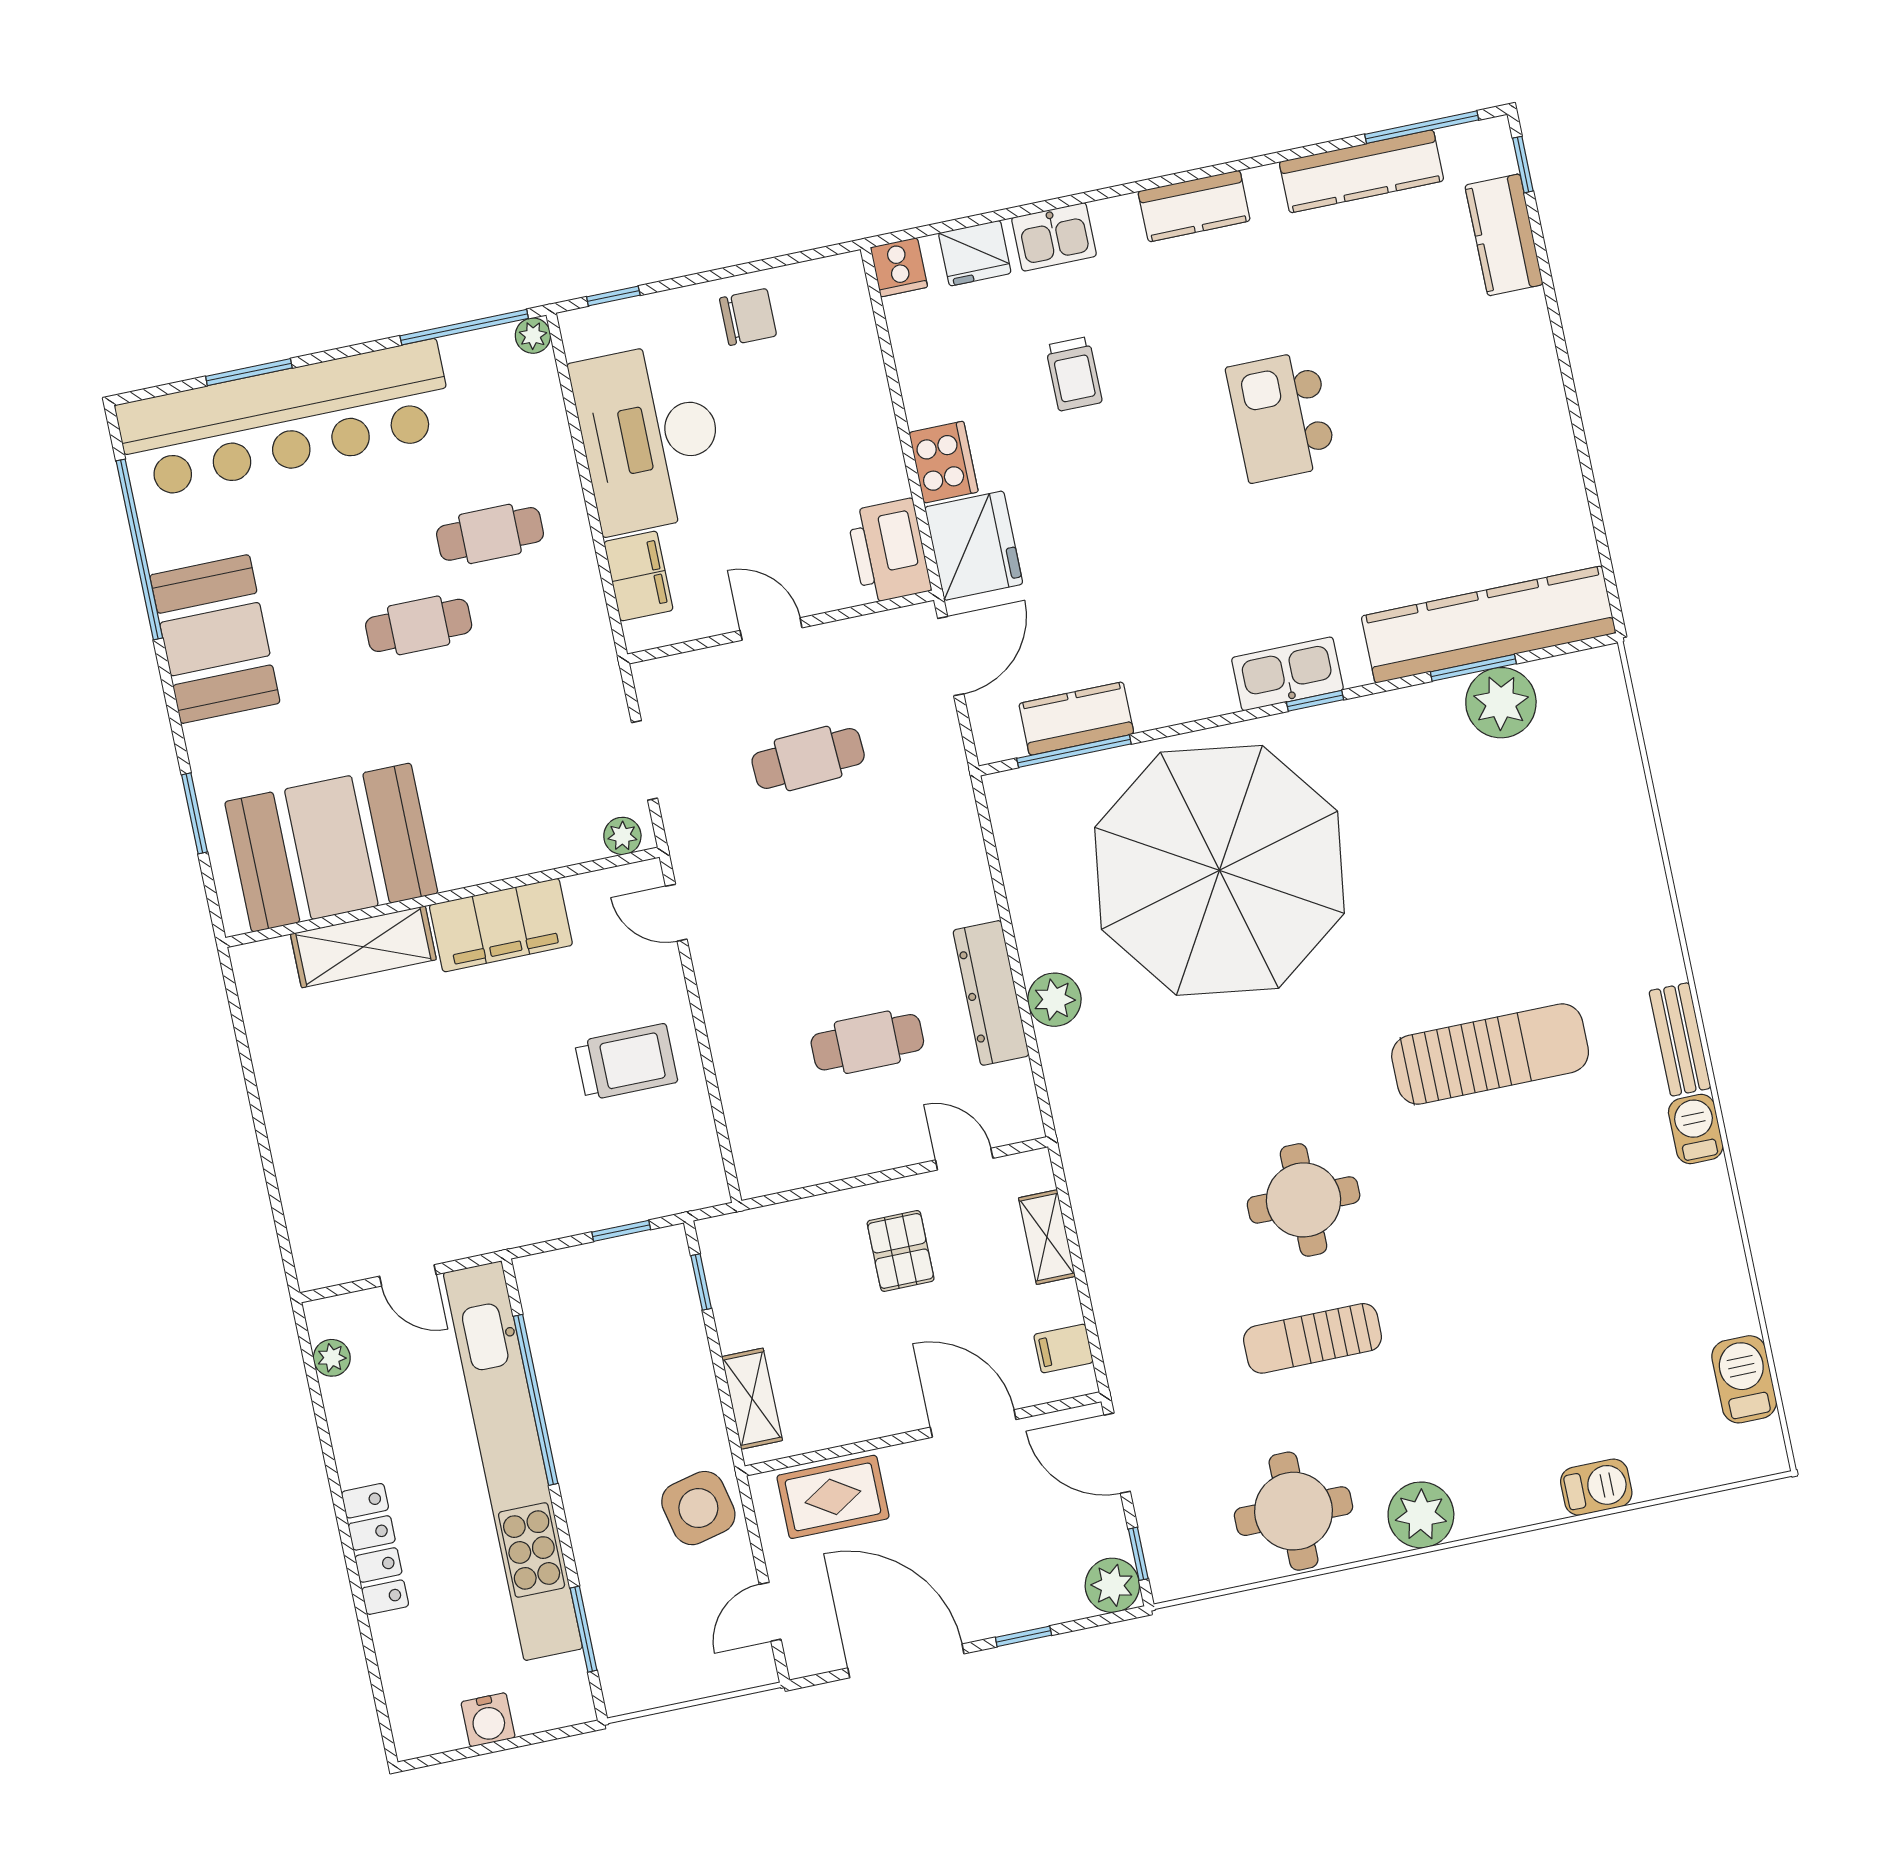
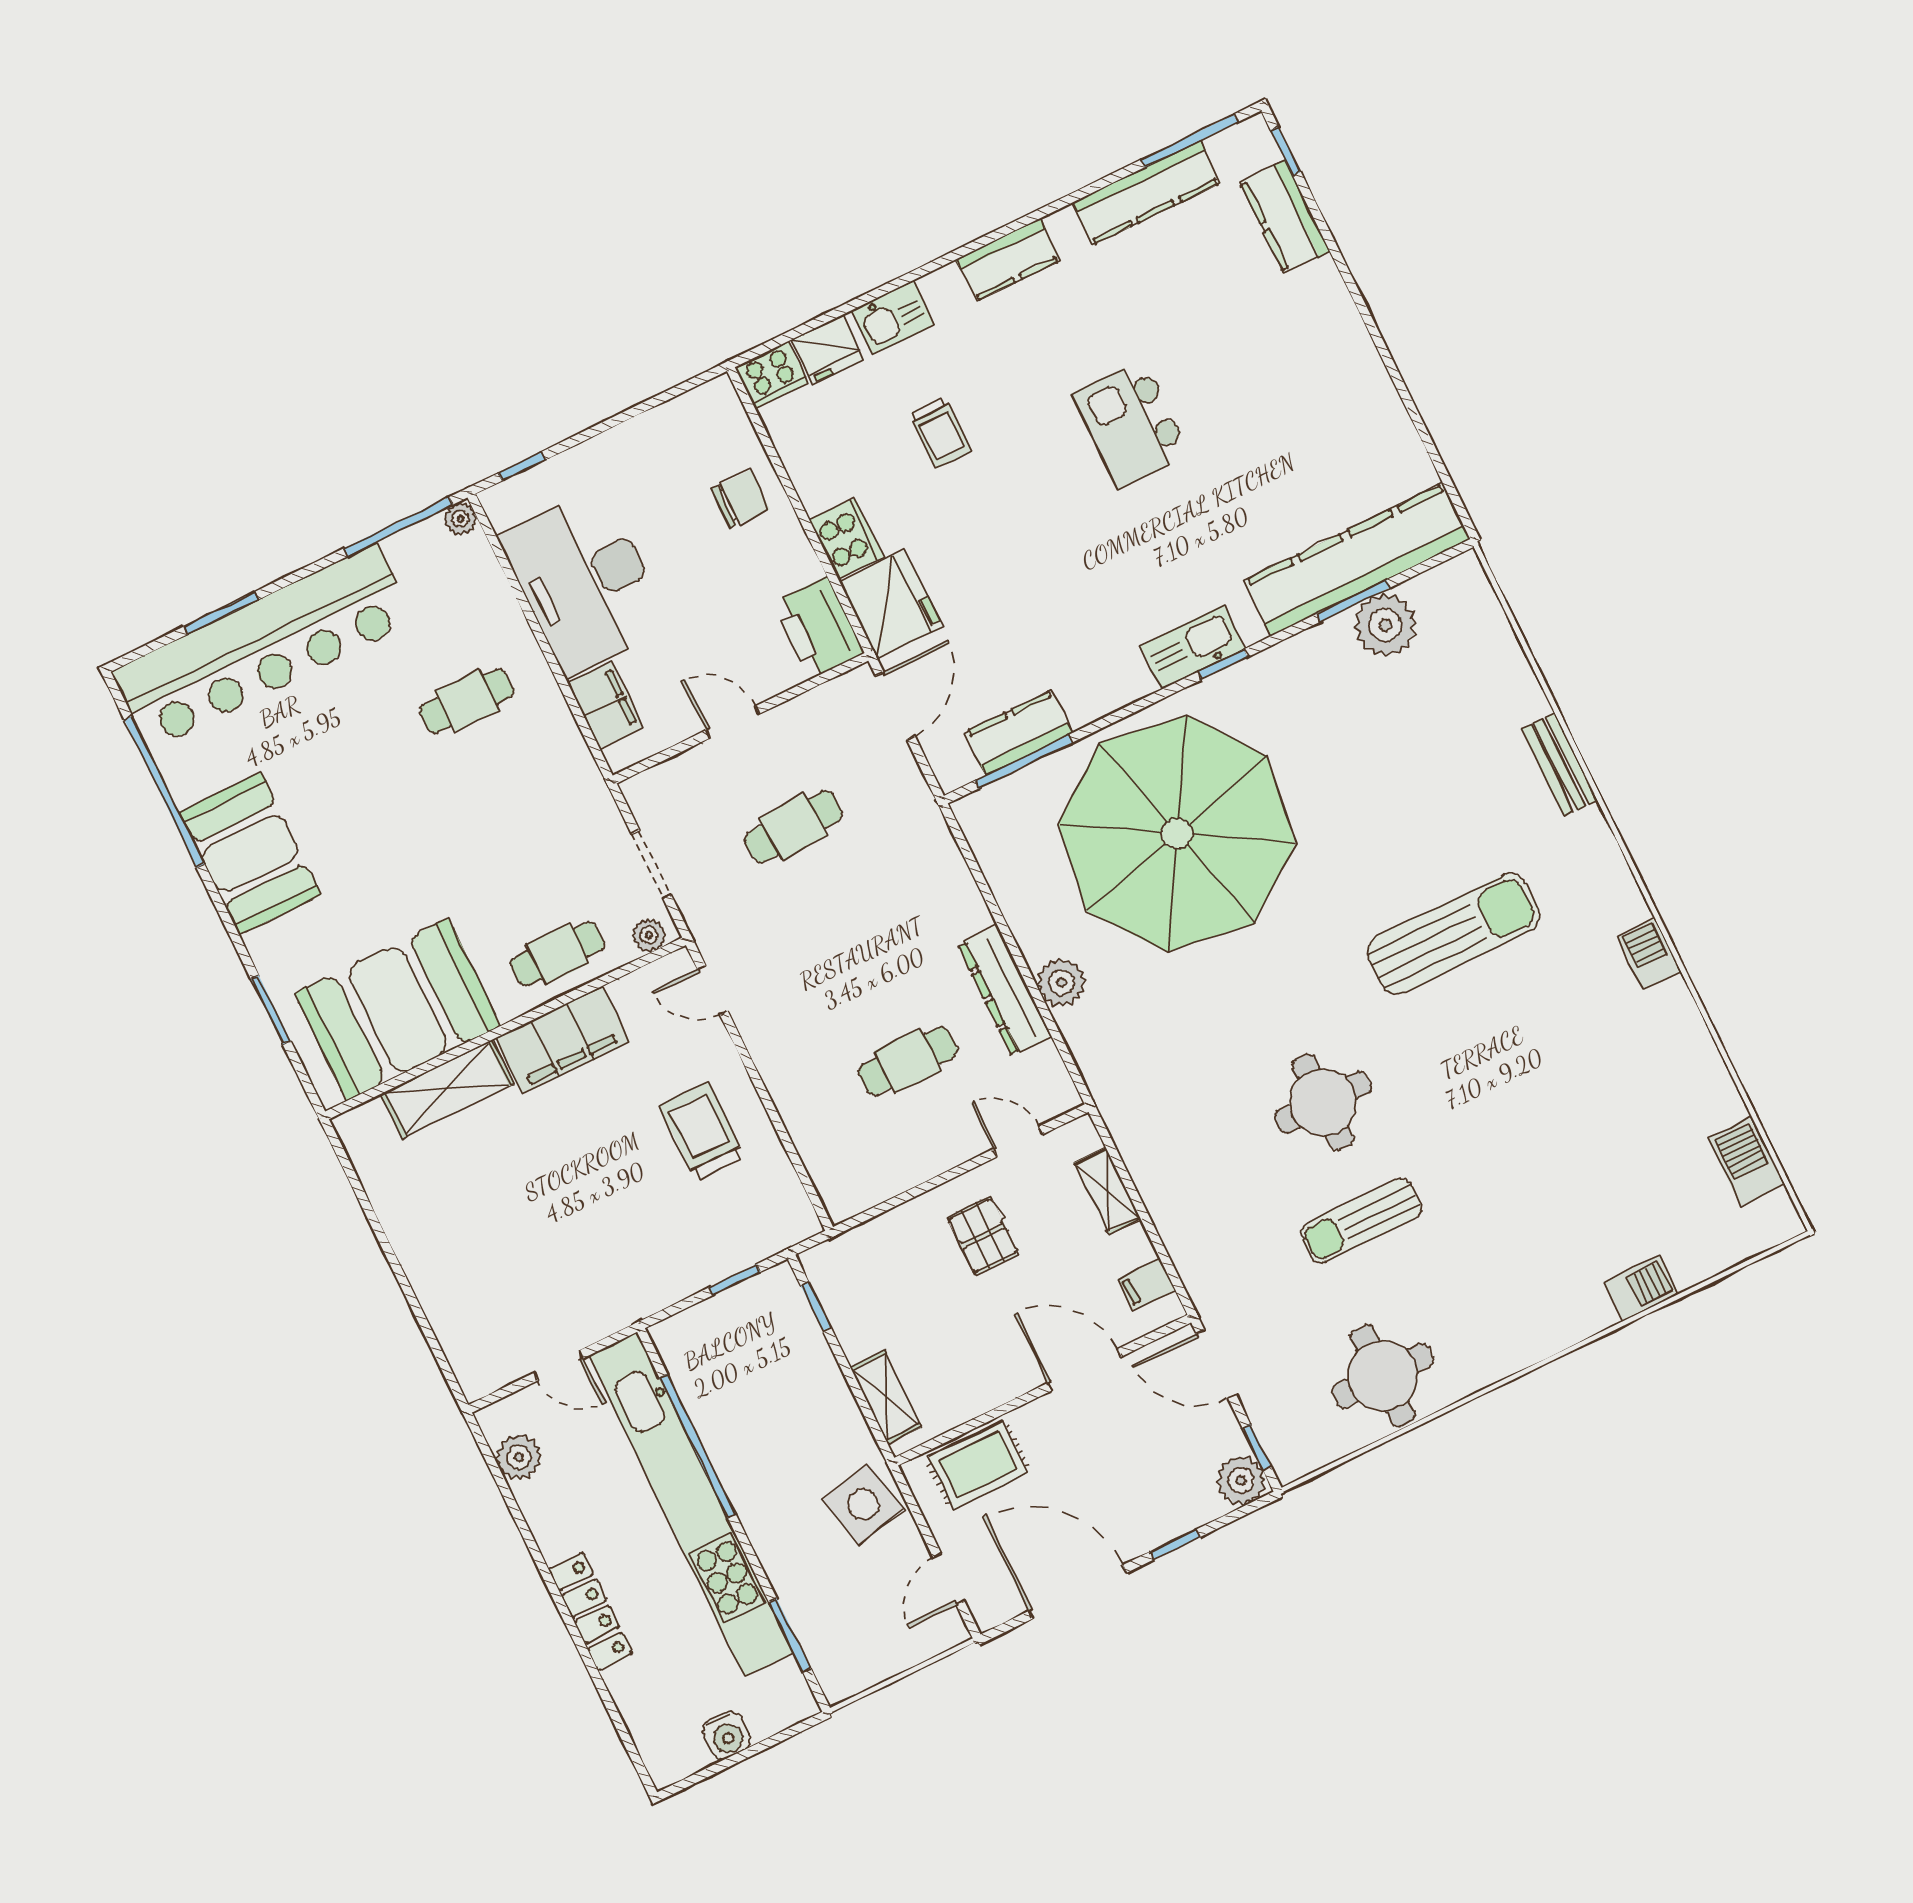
cooker: (899, 267) -> (771, 375), width x1.36
chair: (748, 317) -> (740, 499), moved
cafe table: (419, 625) -> (558, 954), moved
bench: (1680, 1039) -> (1560, 764), moved
trolley: (626, 1062) -> (702, 1131), turned -90
plant: (332, 1358) -> (519, 1457), width x1.38, depth x1.38
plant: (1421, 1515) -> (1495, 1351), removed

